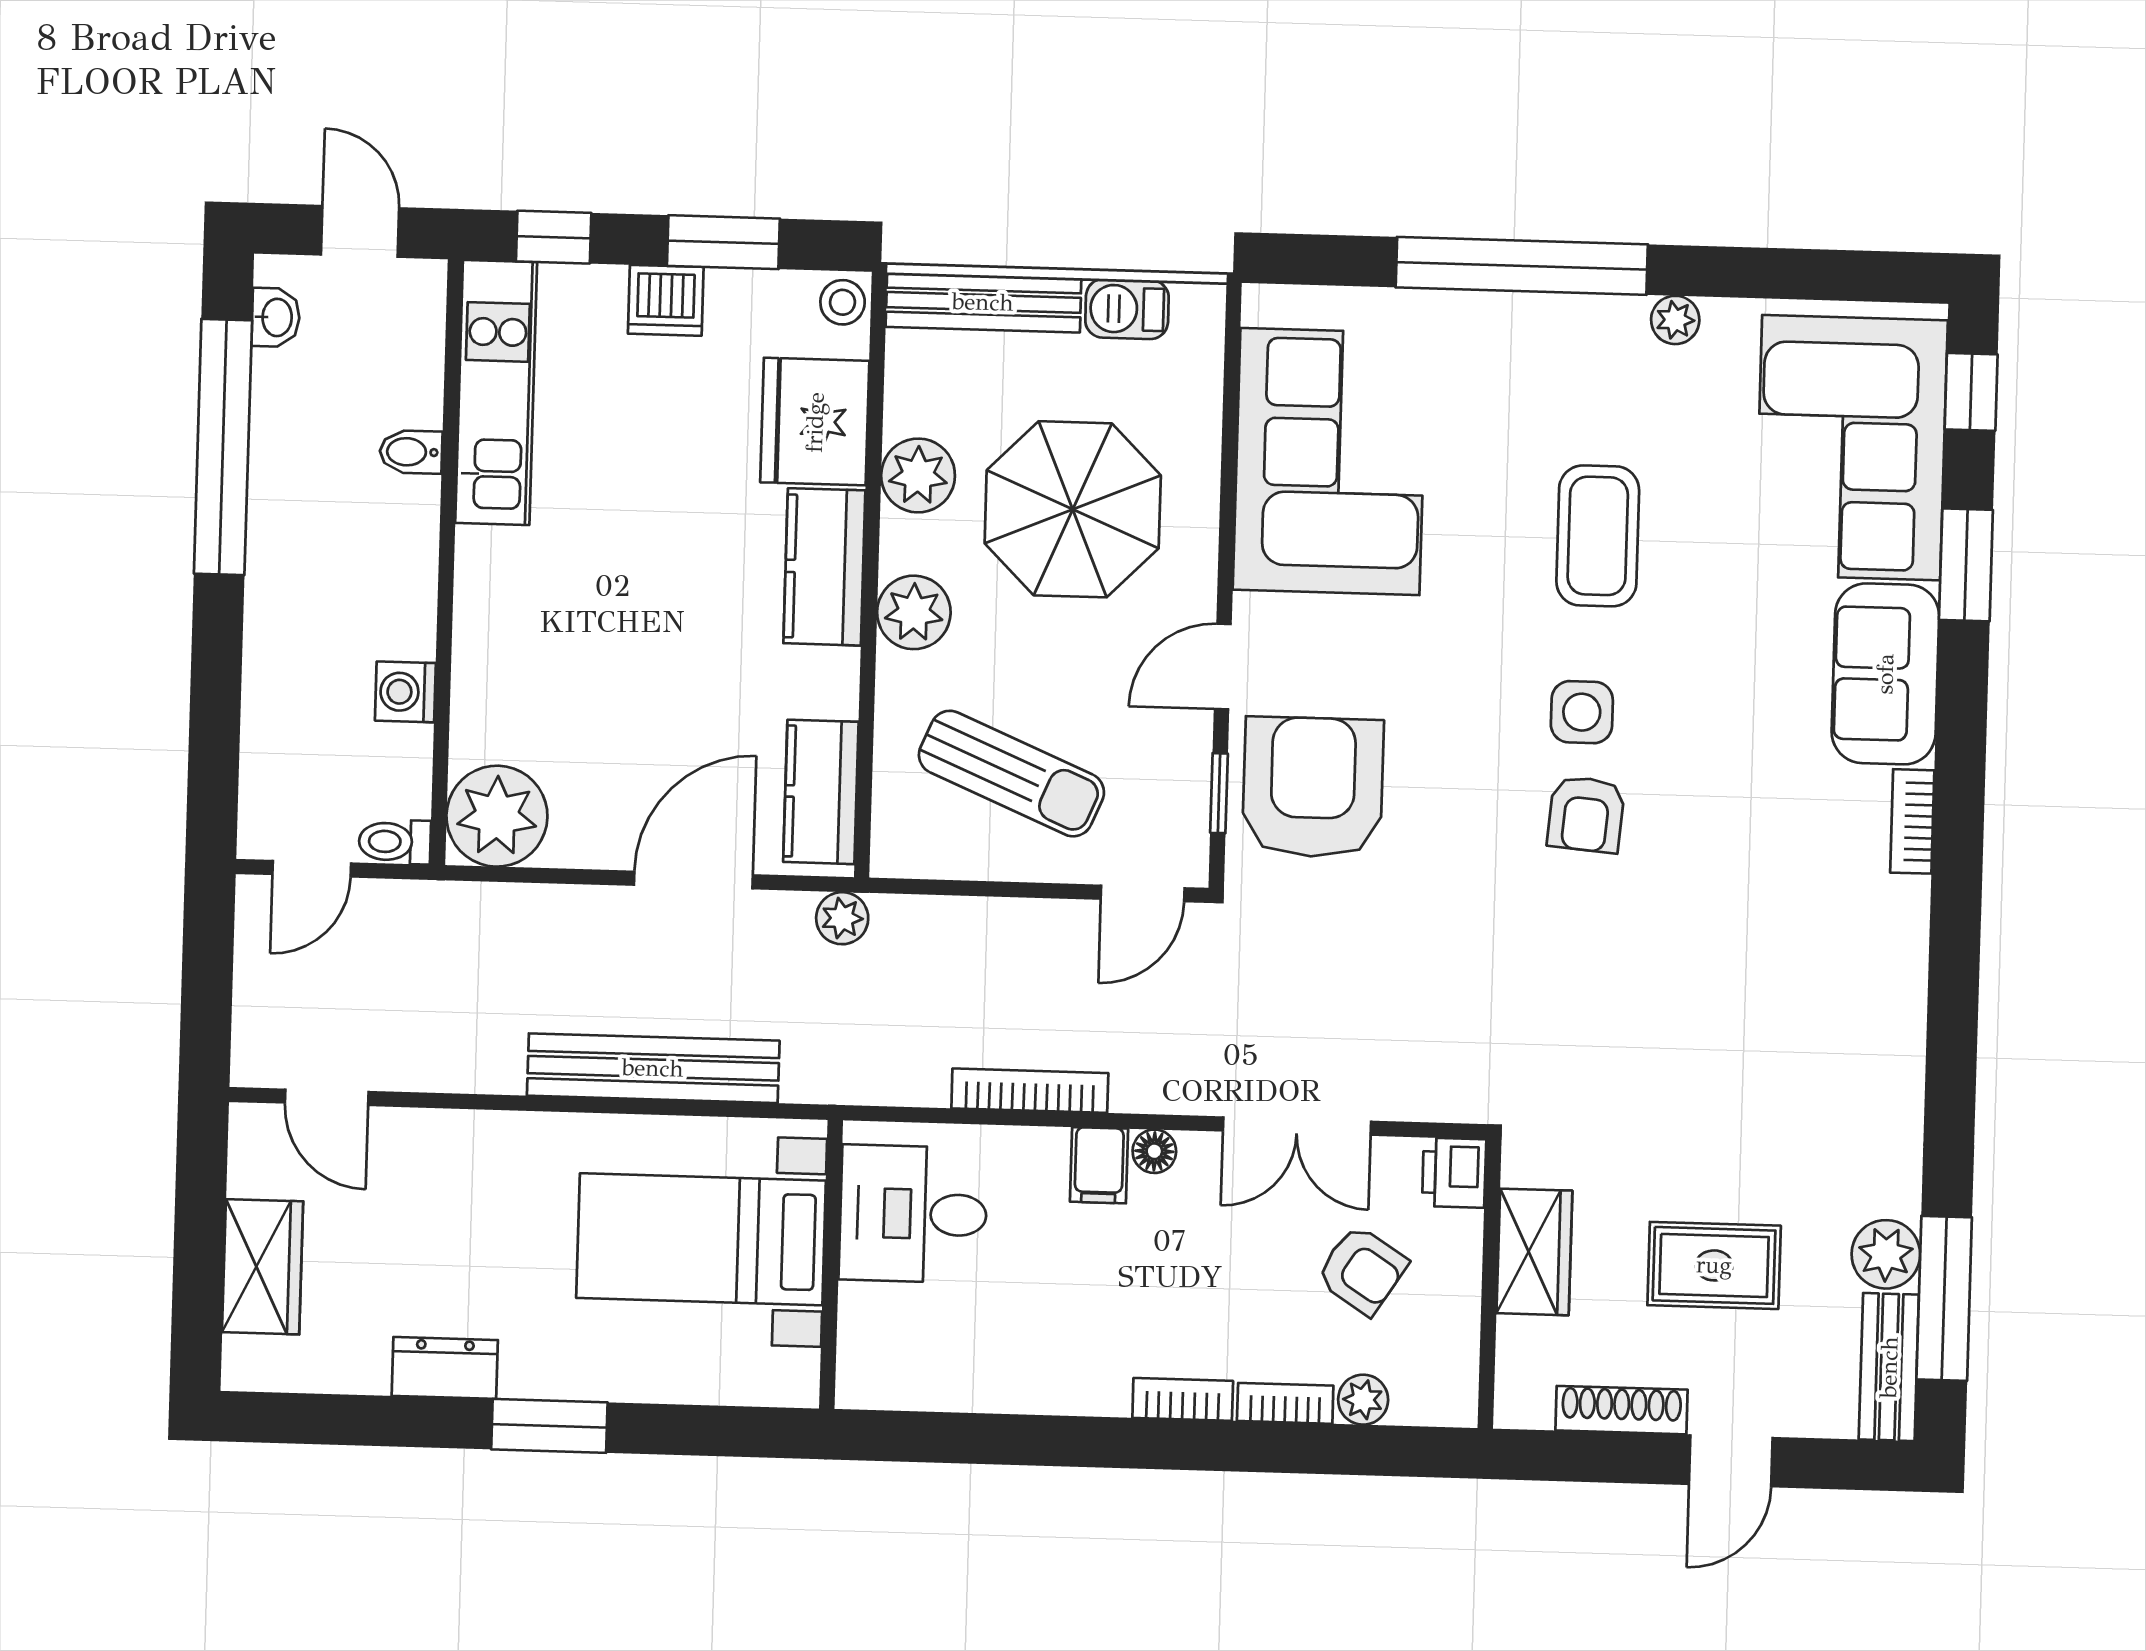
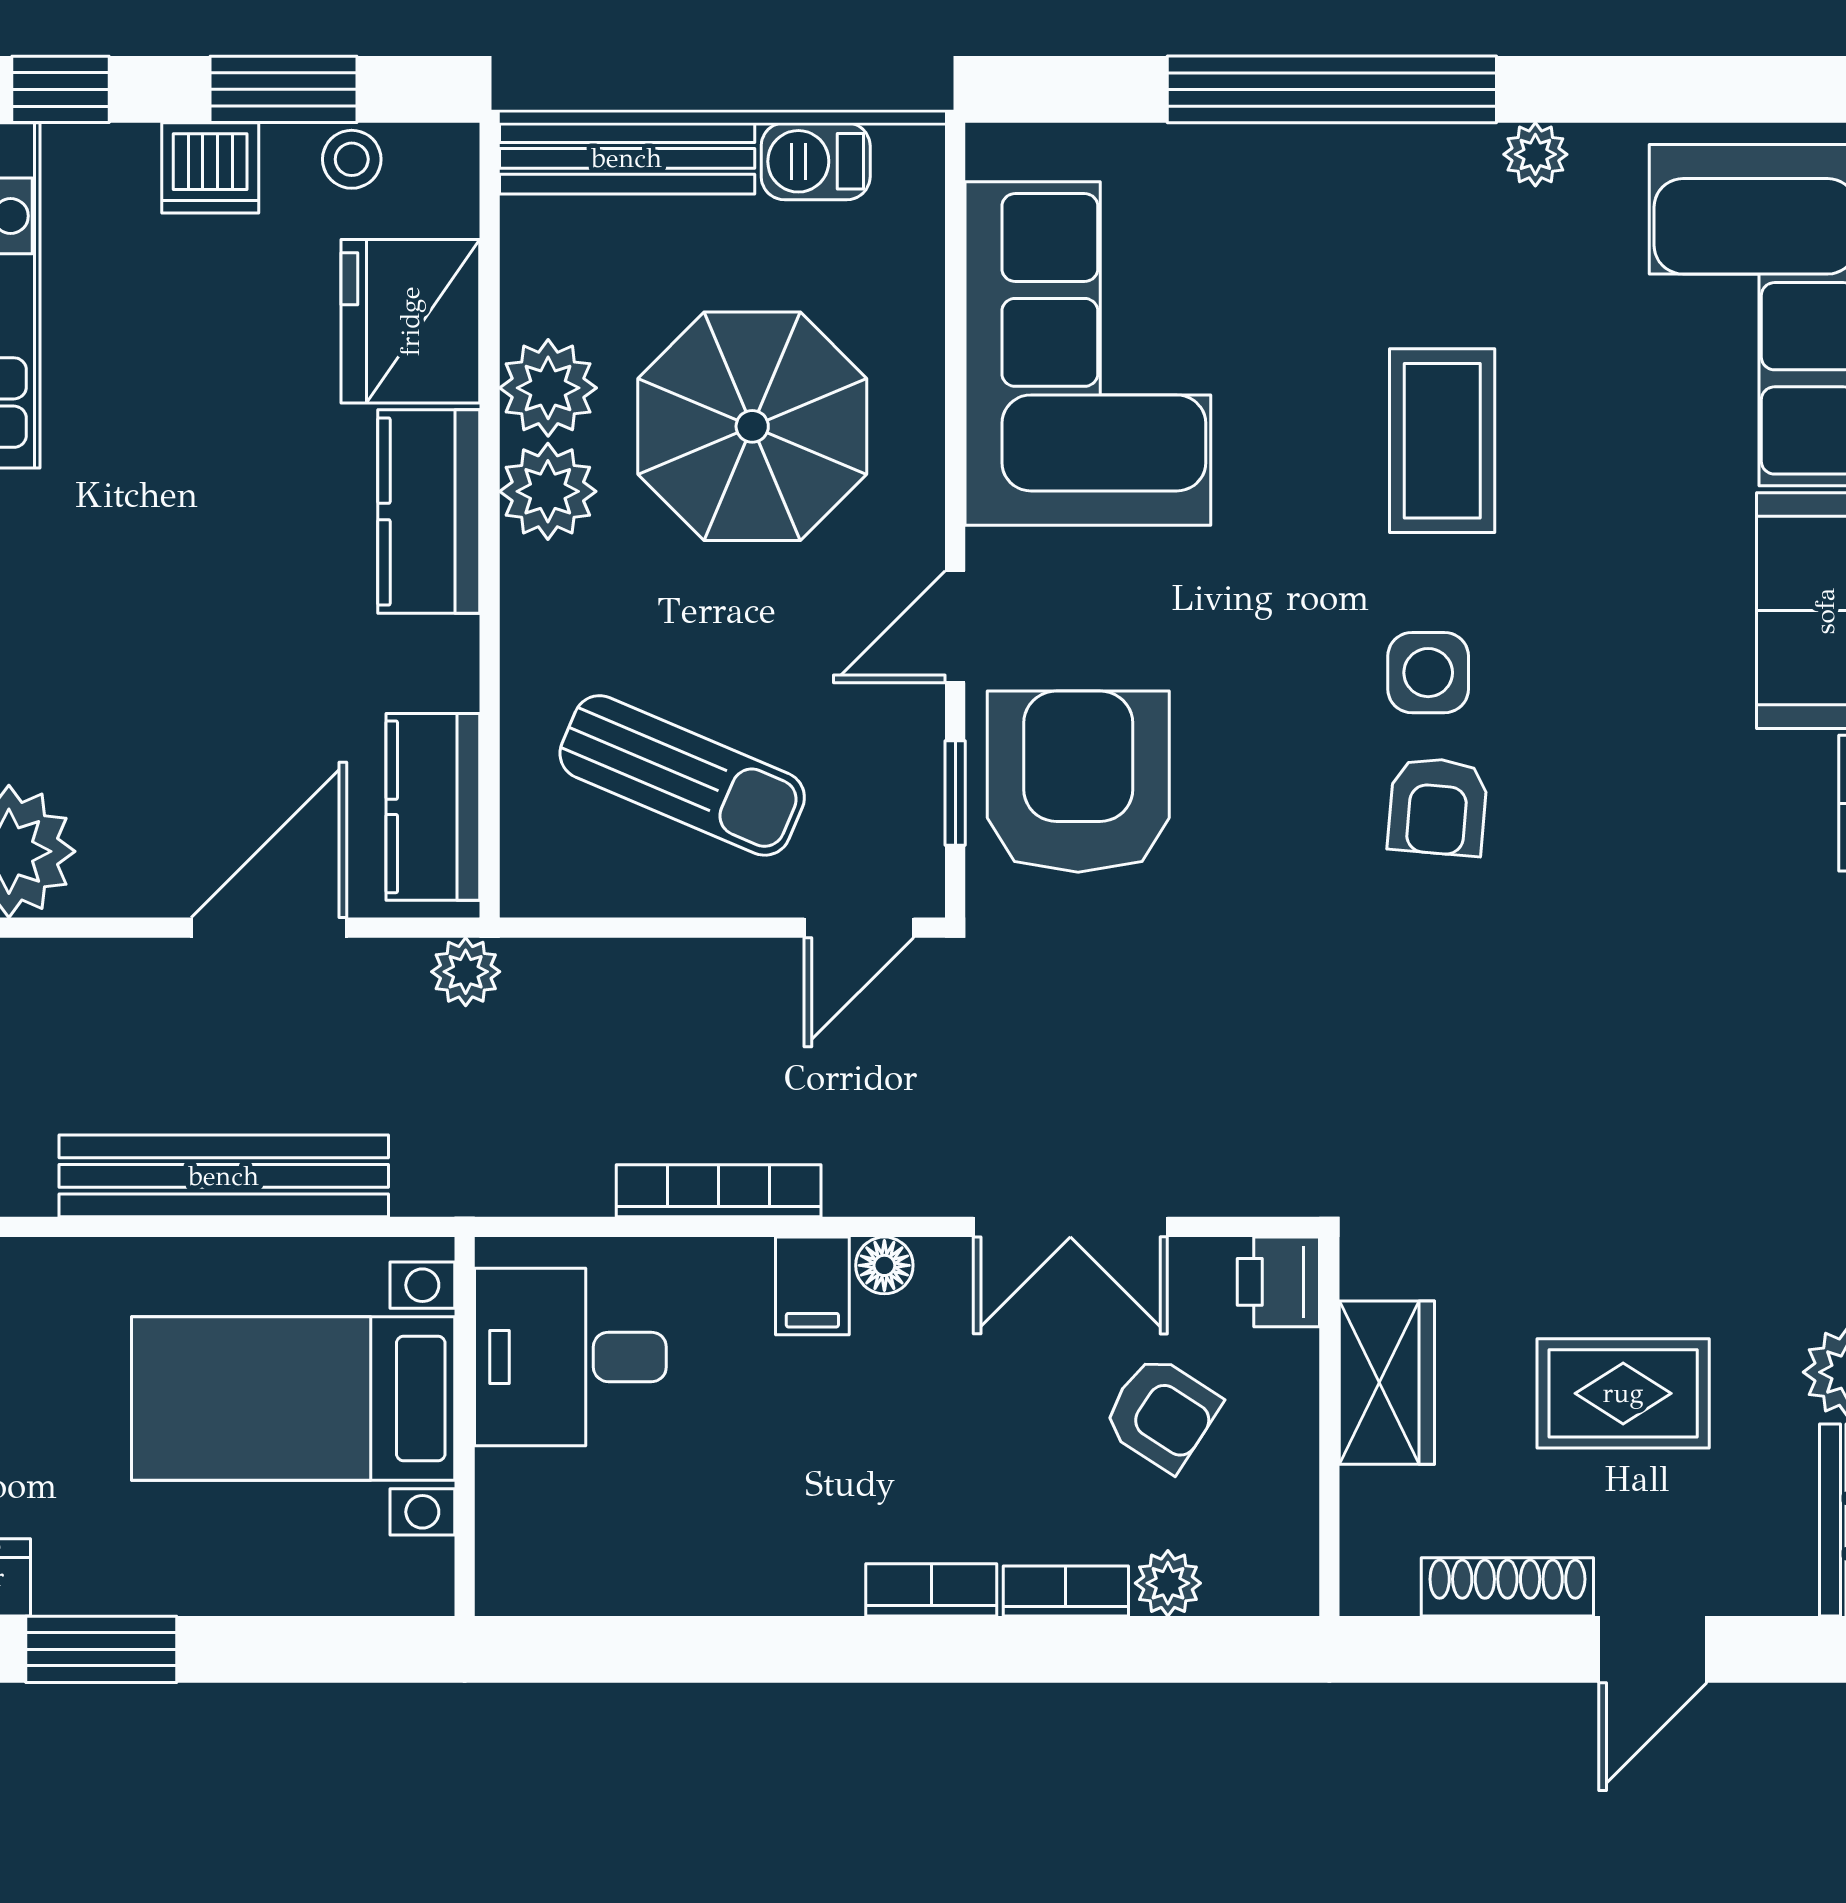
stool: (843, 302) -> (352, 159), moved
plant: (914, 612) -> (548, 491), moved

